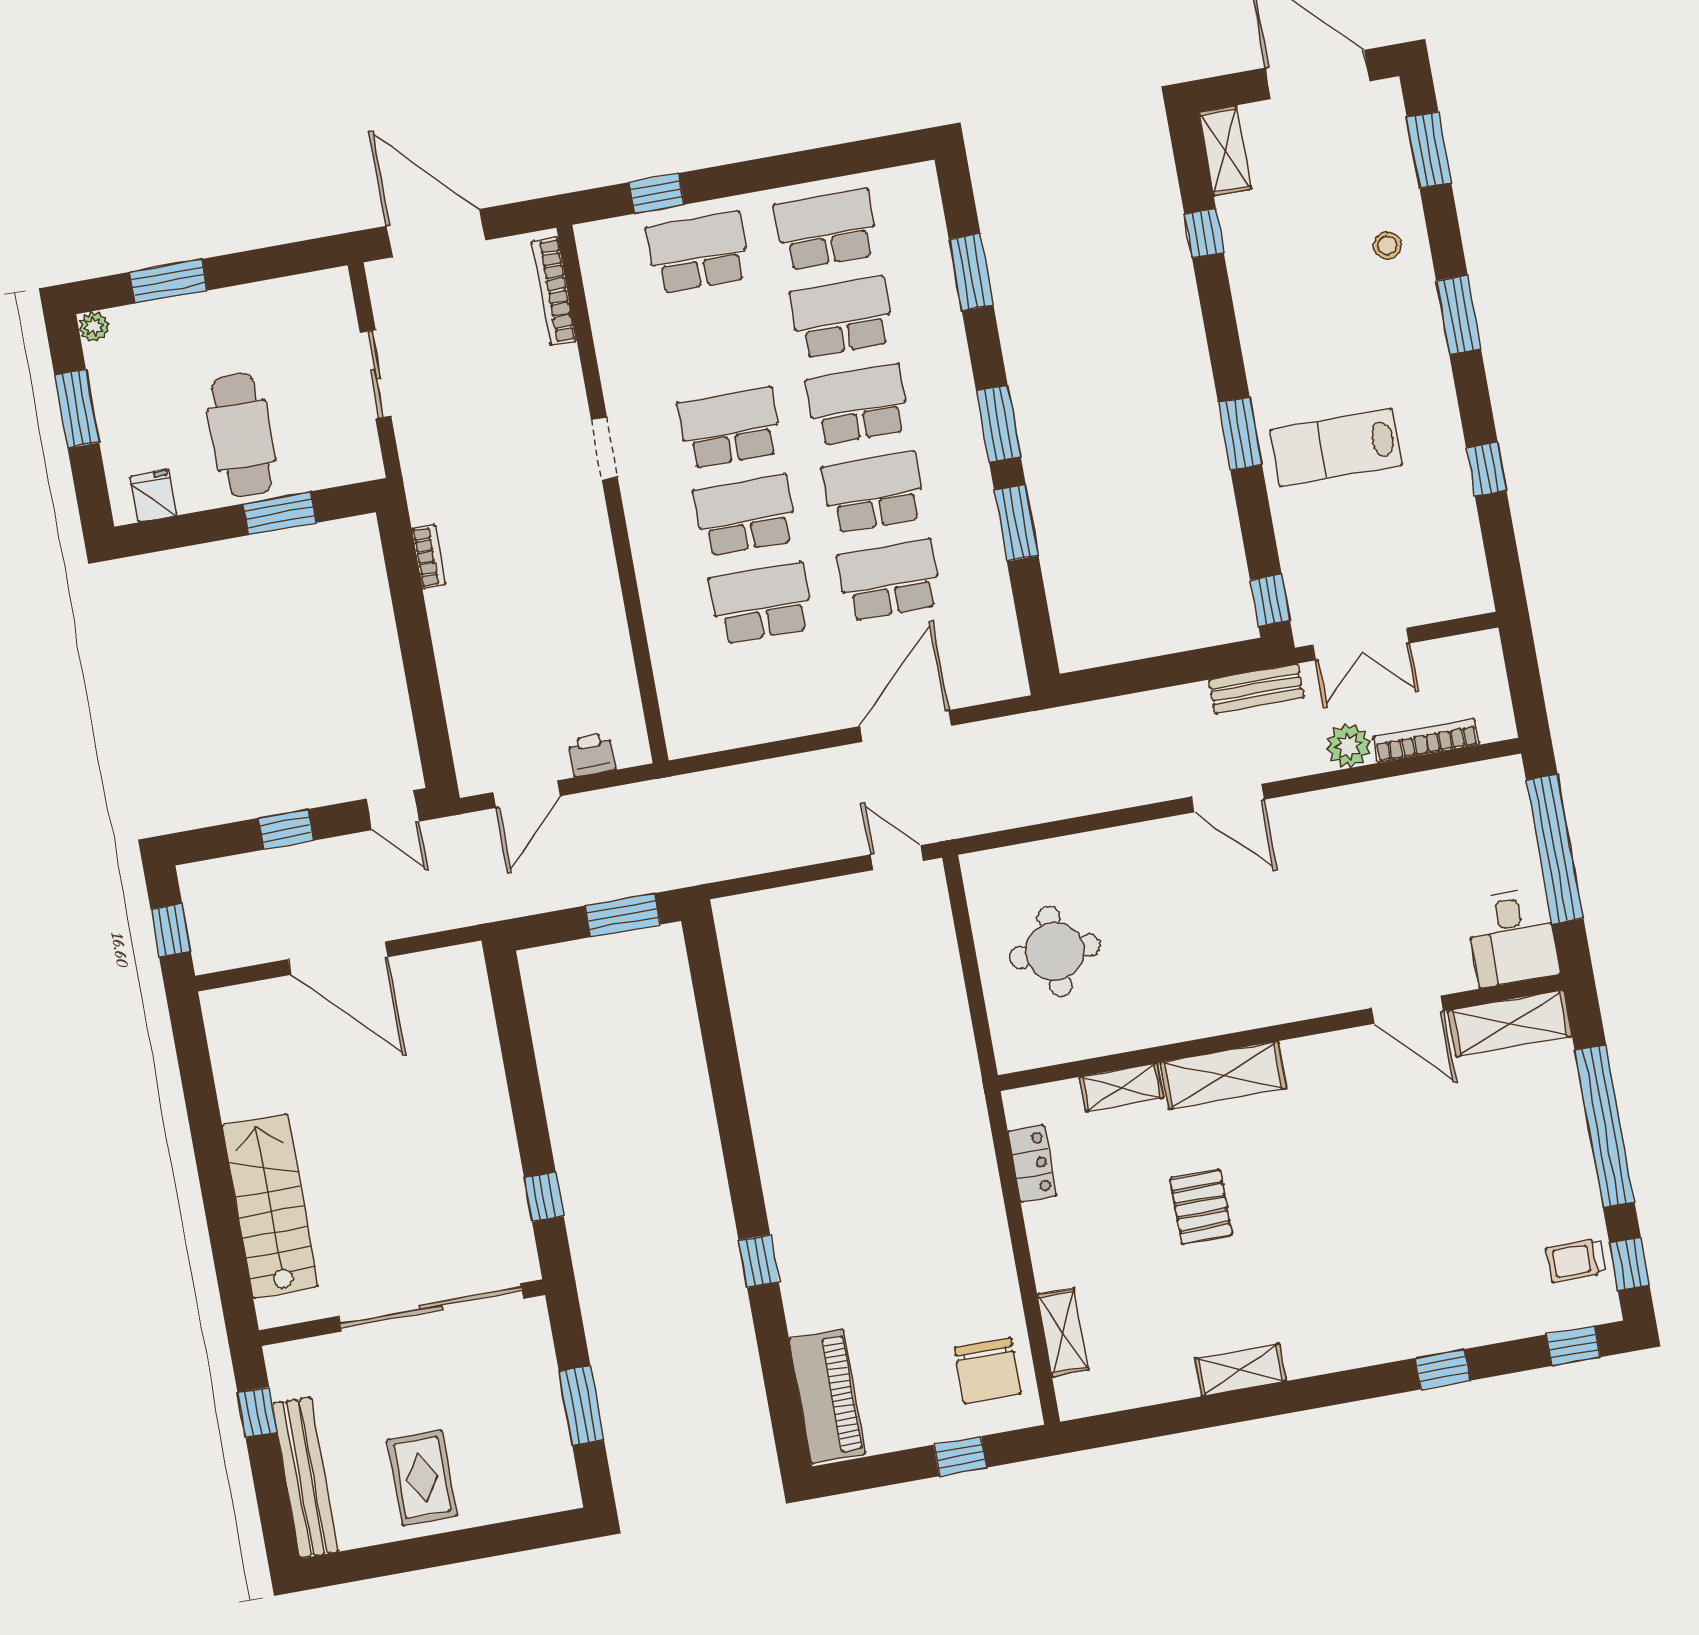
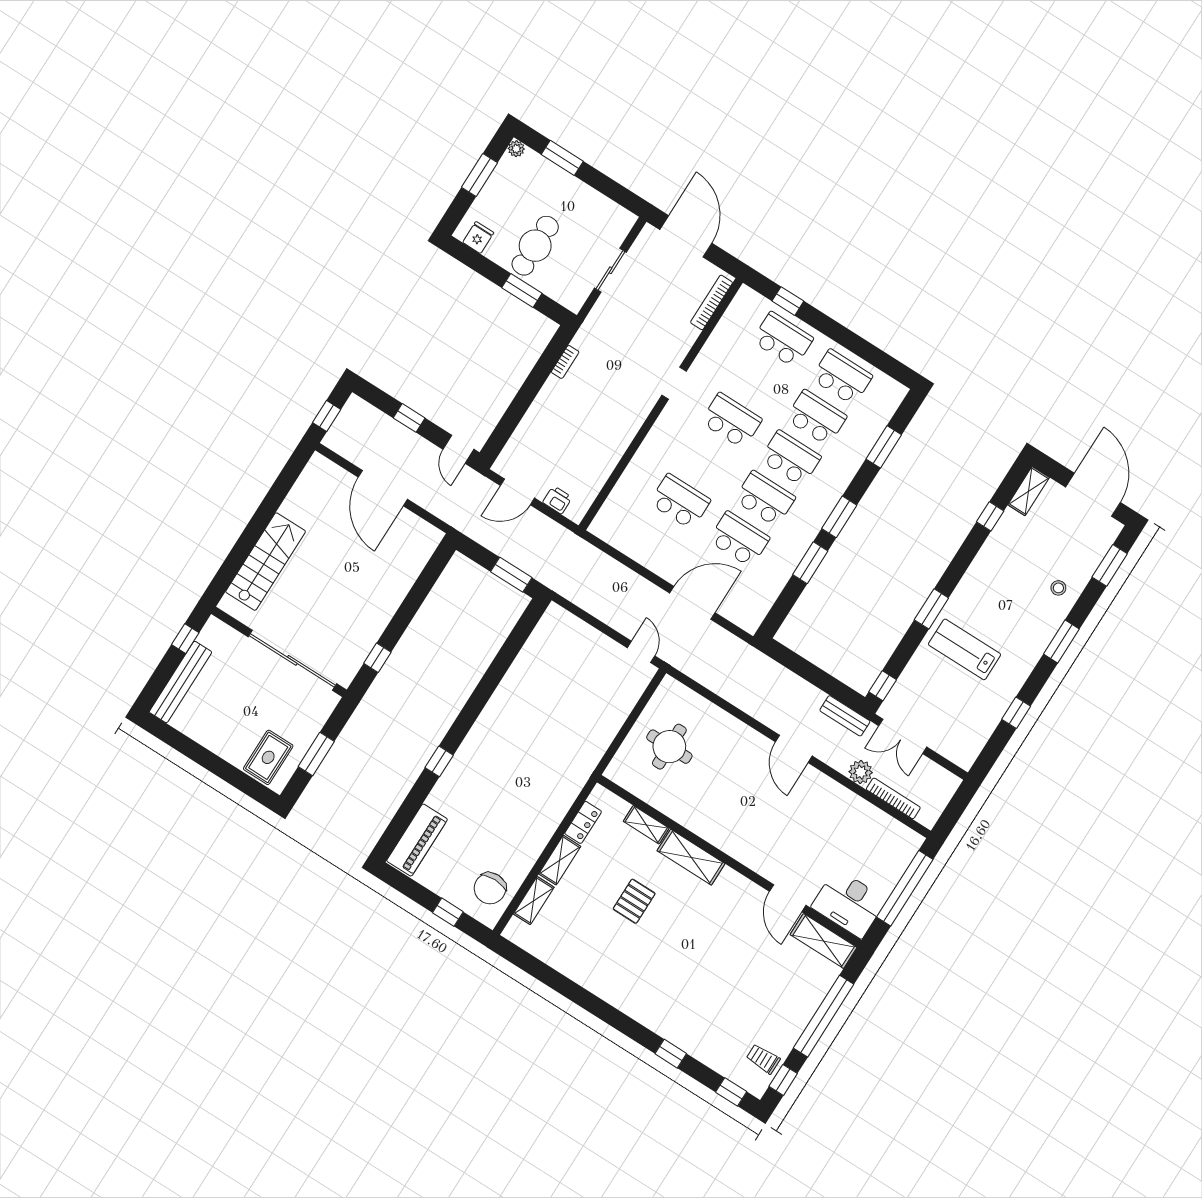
school desk: (745, 515) -> (706, 461), removed
desk: (1512, 937) -> (849, 903), width x1.37
shelving: (1240, 1370) -> (560, 860), moved, turned 90
rug: (422, 1478) -> (268, 757), moved

